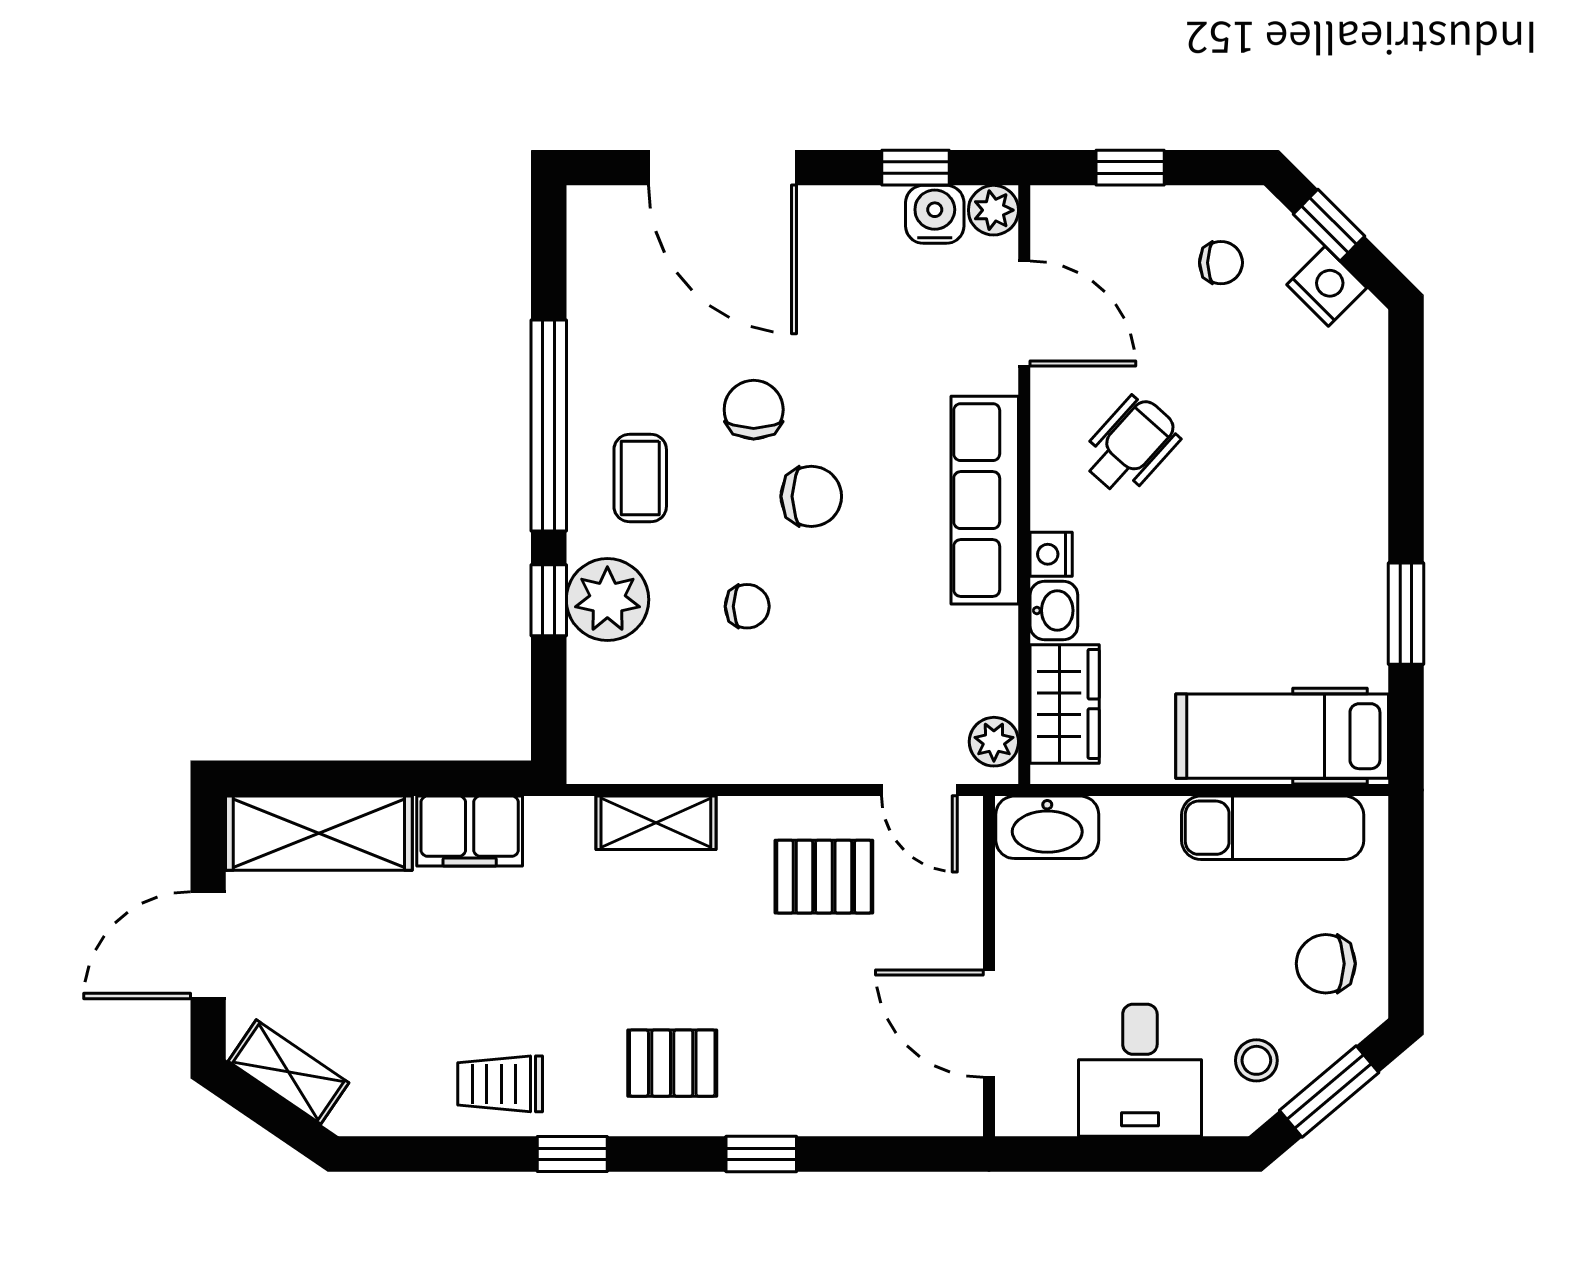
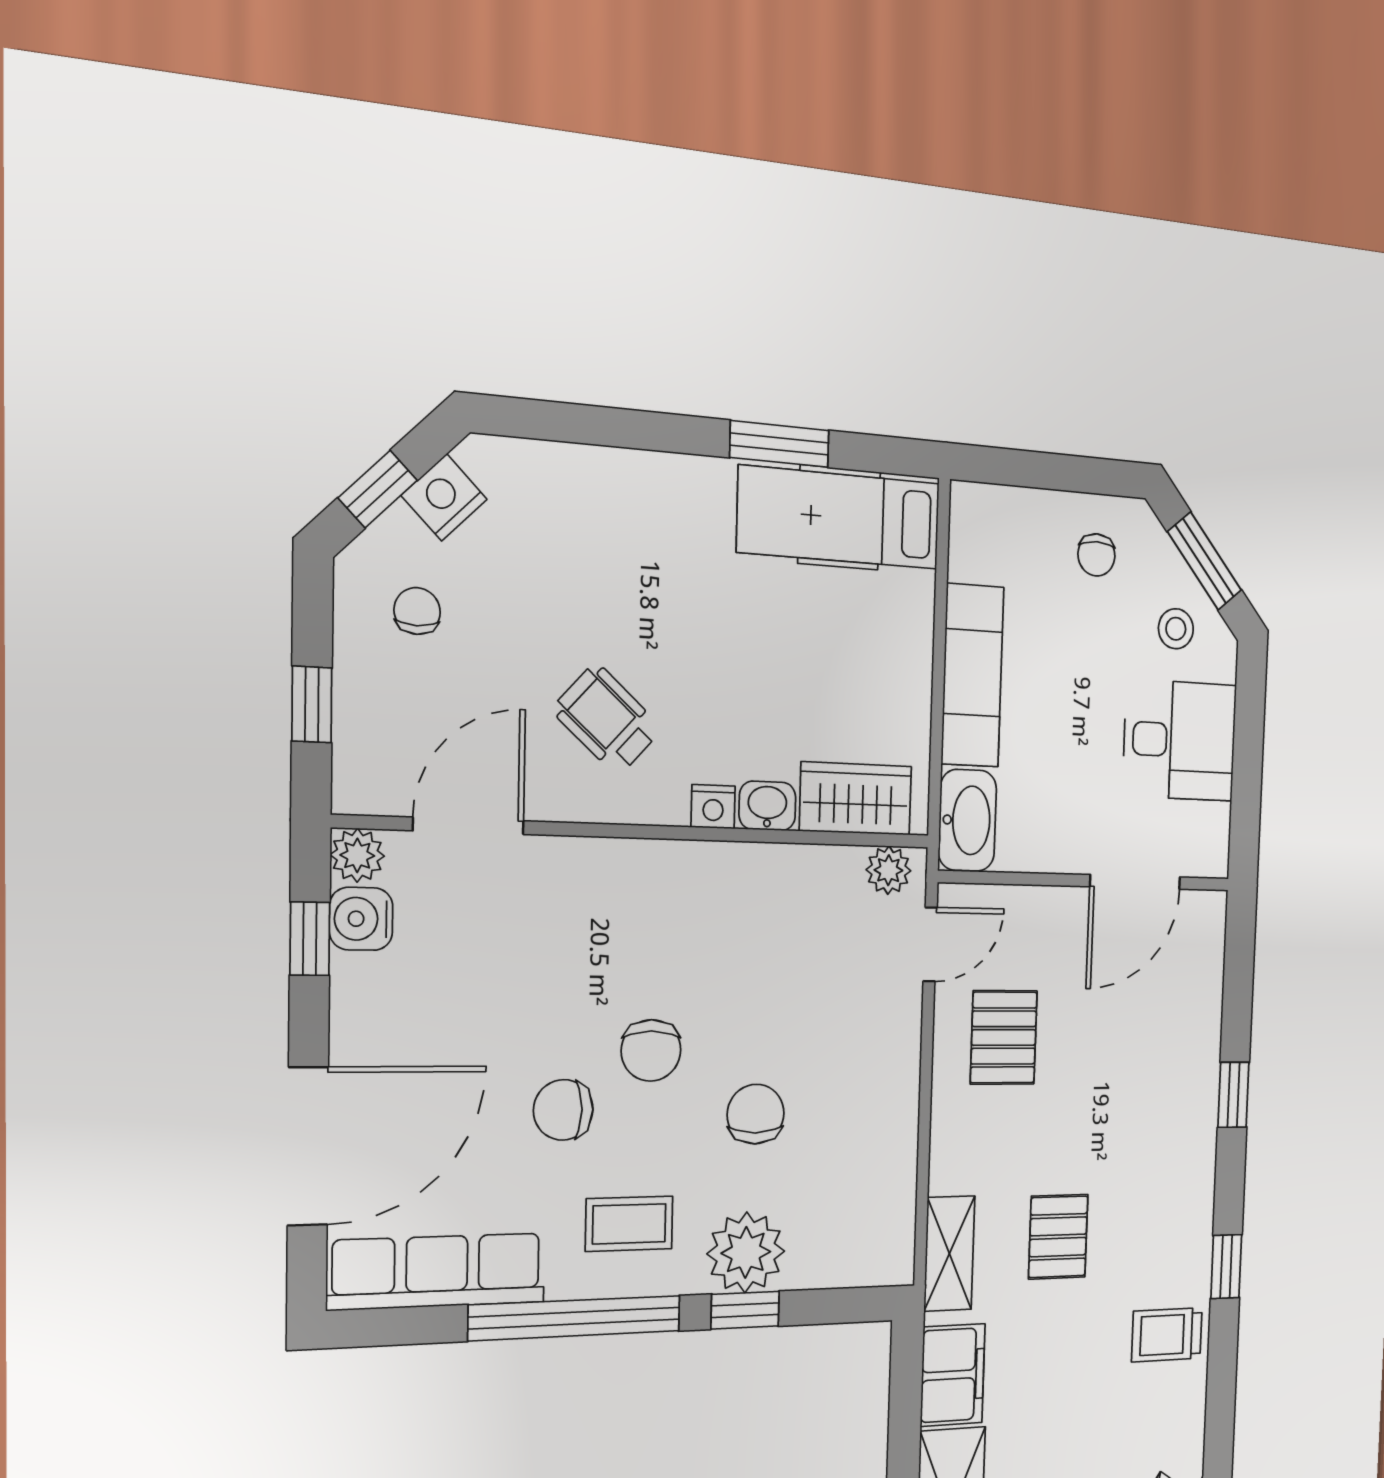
chair: (811, 496) -> (651, 1050), turned 180
row of seats: (985, 500) -> (437, 1272), moved, turned 180
chair: (747, 606) -> (756, 1114), width x1.37, depth x1.37
hospital bed: (1282, 736) -> (839, 518), moved, turned 90
shelving: (656, 823) -> (949, 1254), moved
exam couch: (1273, 828) -> (972, 675), moved
chair: (1326, 964) -> (1096, 555), width x0.73, depth x0.73
pallet: (672, 1063) -> (1058, 1237), moved
trolley: (500, 1084) -> (1167, 1335), turned 90

